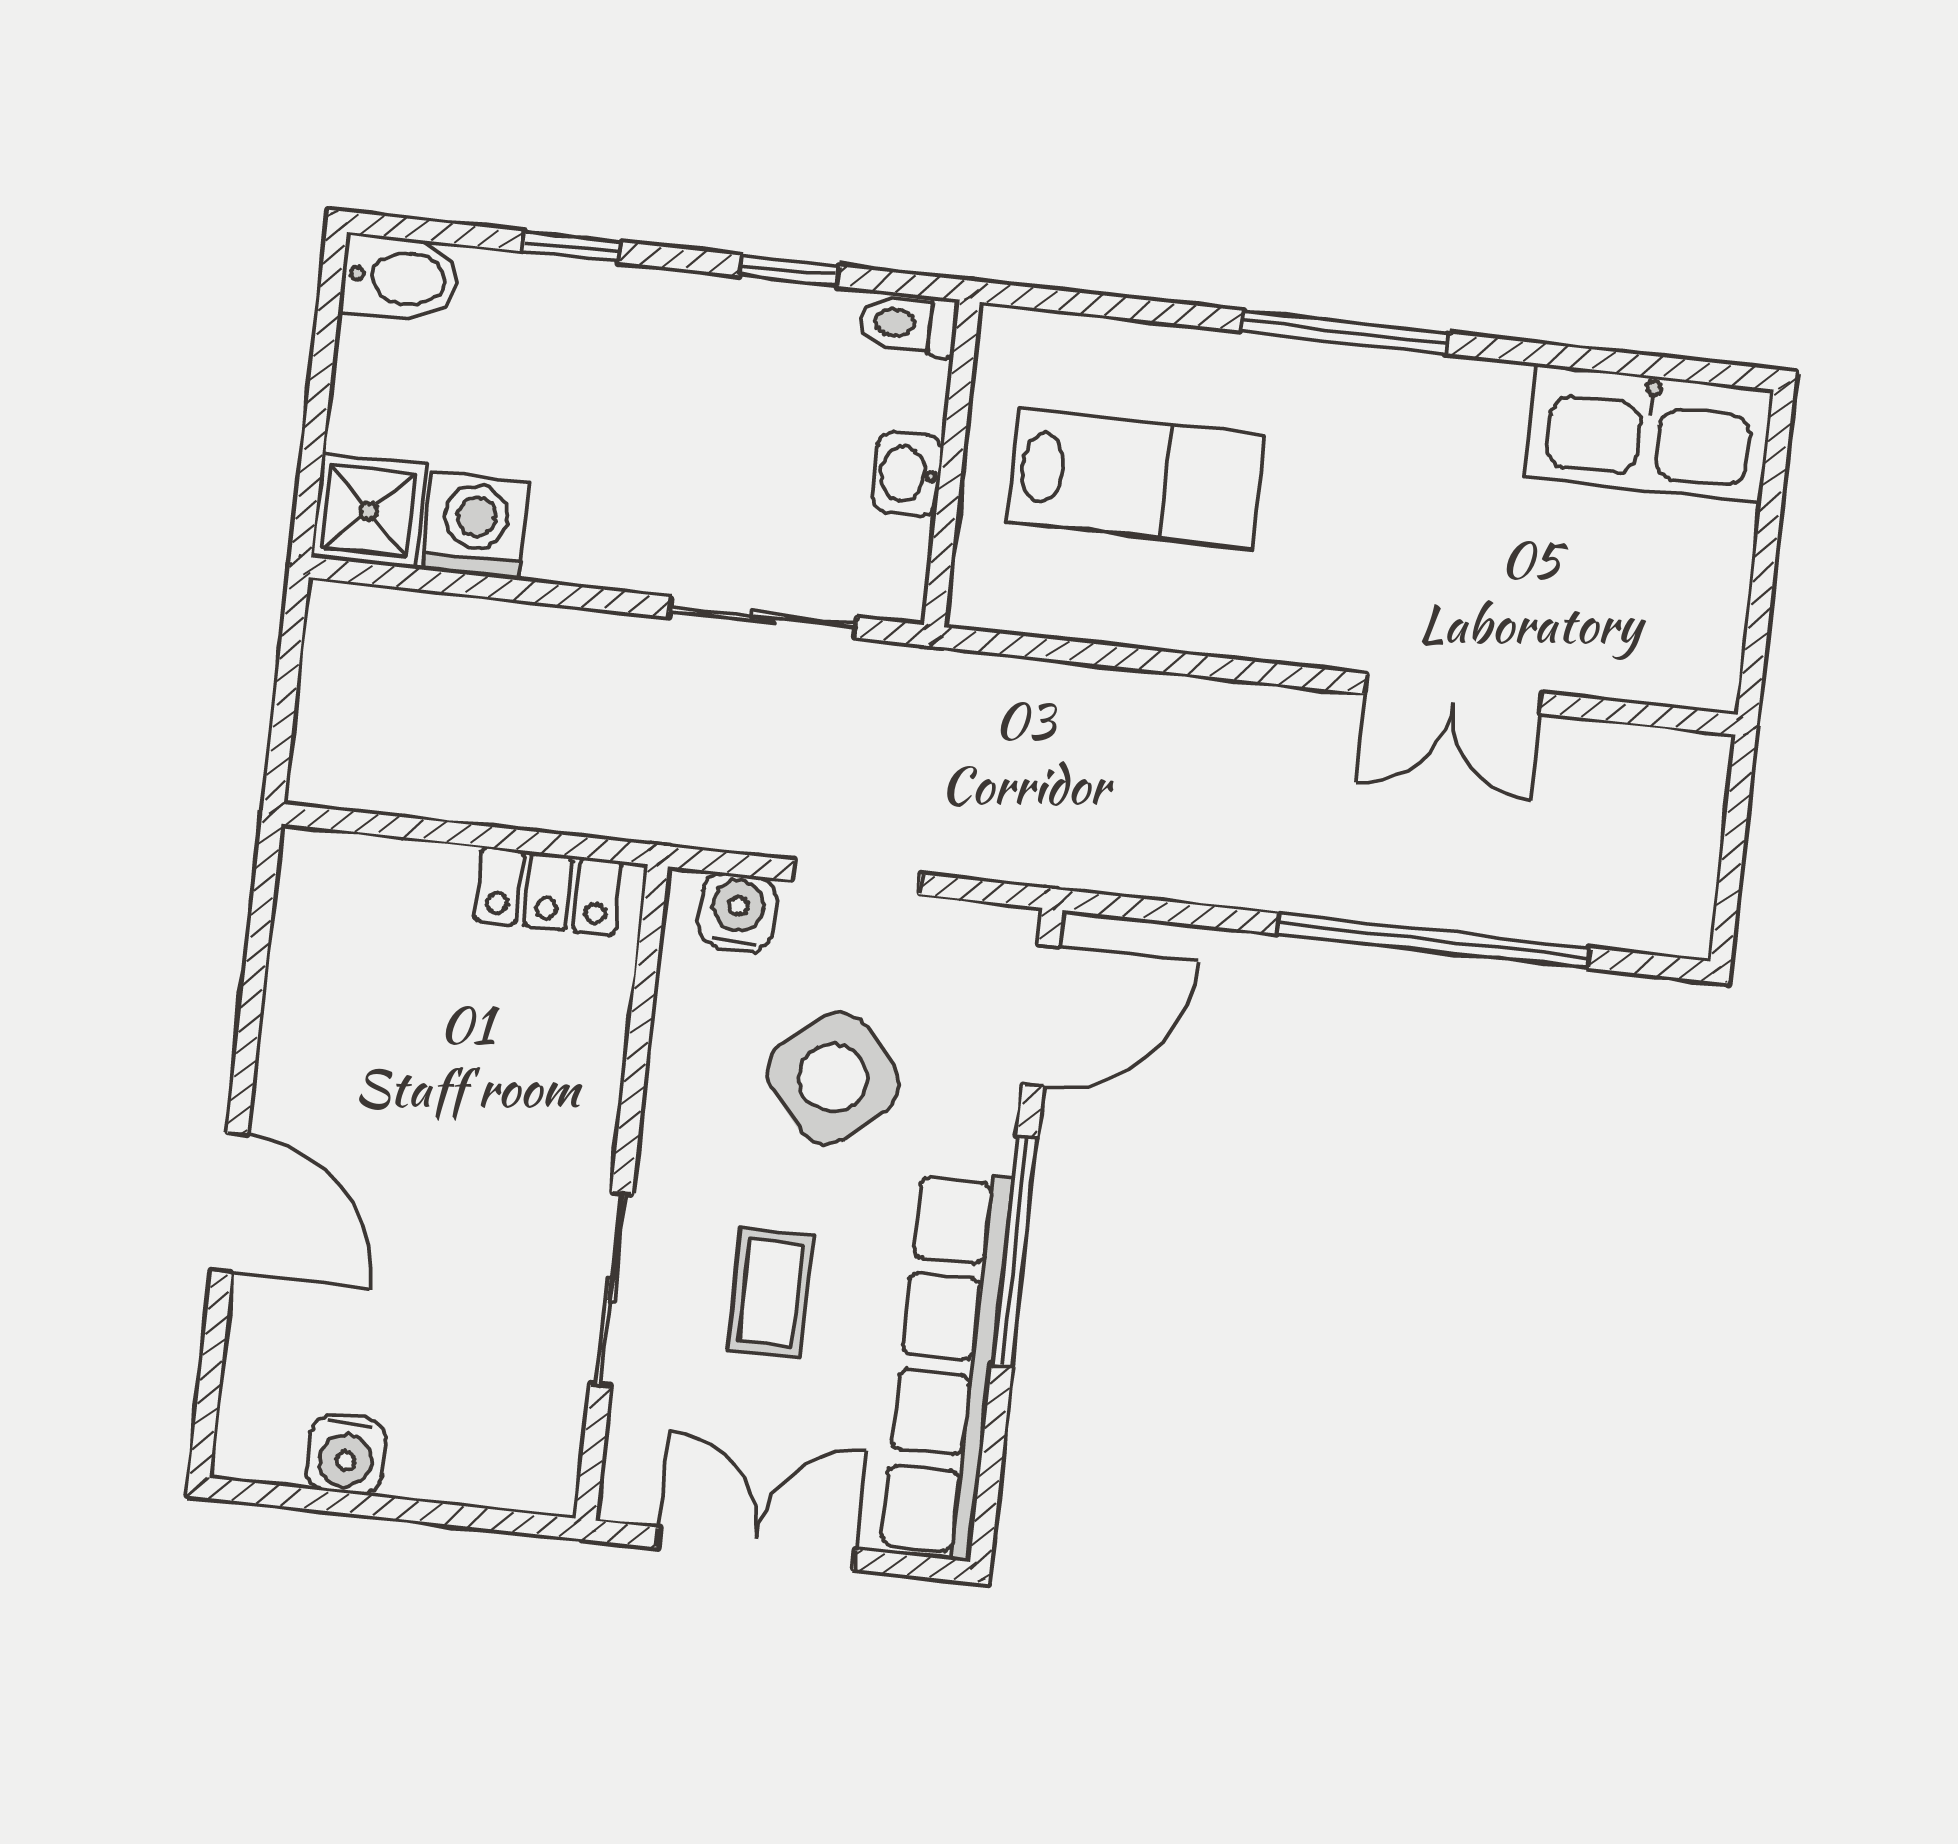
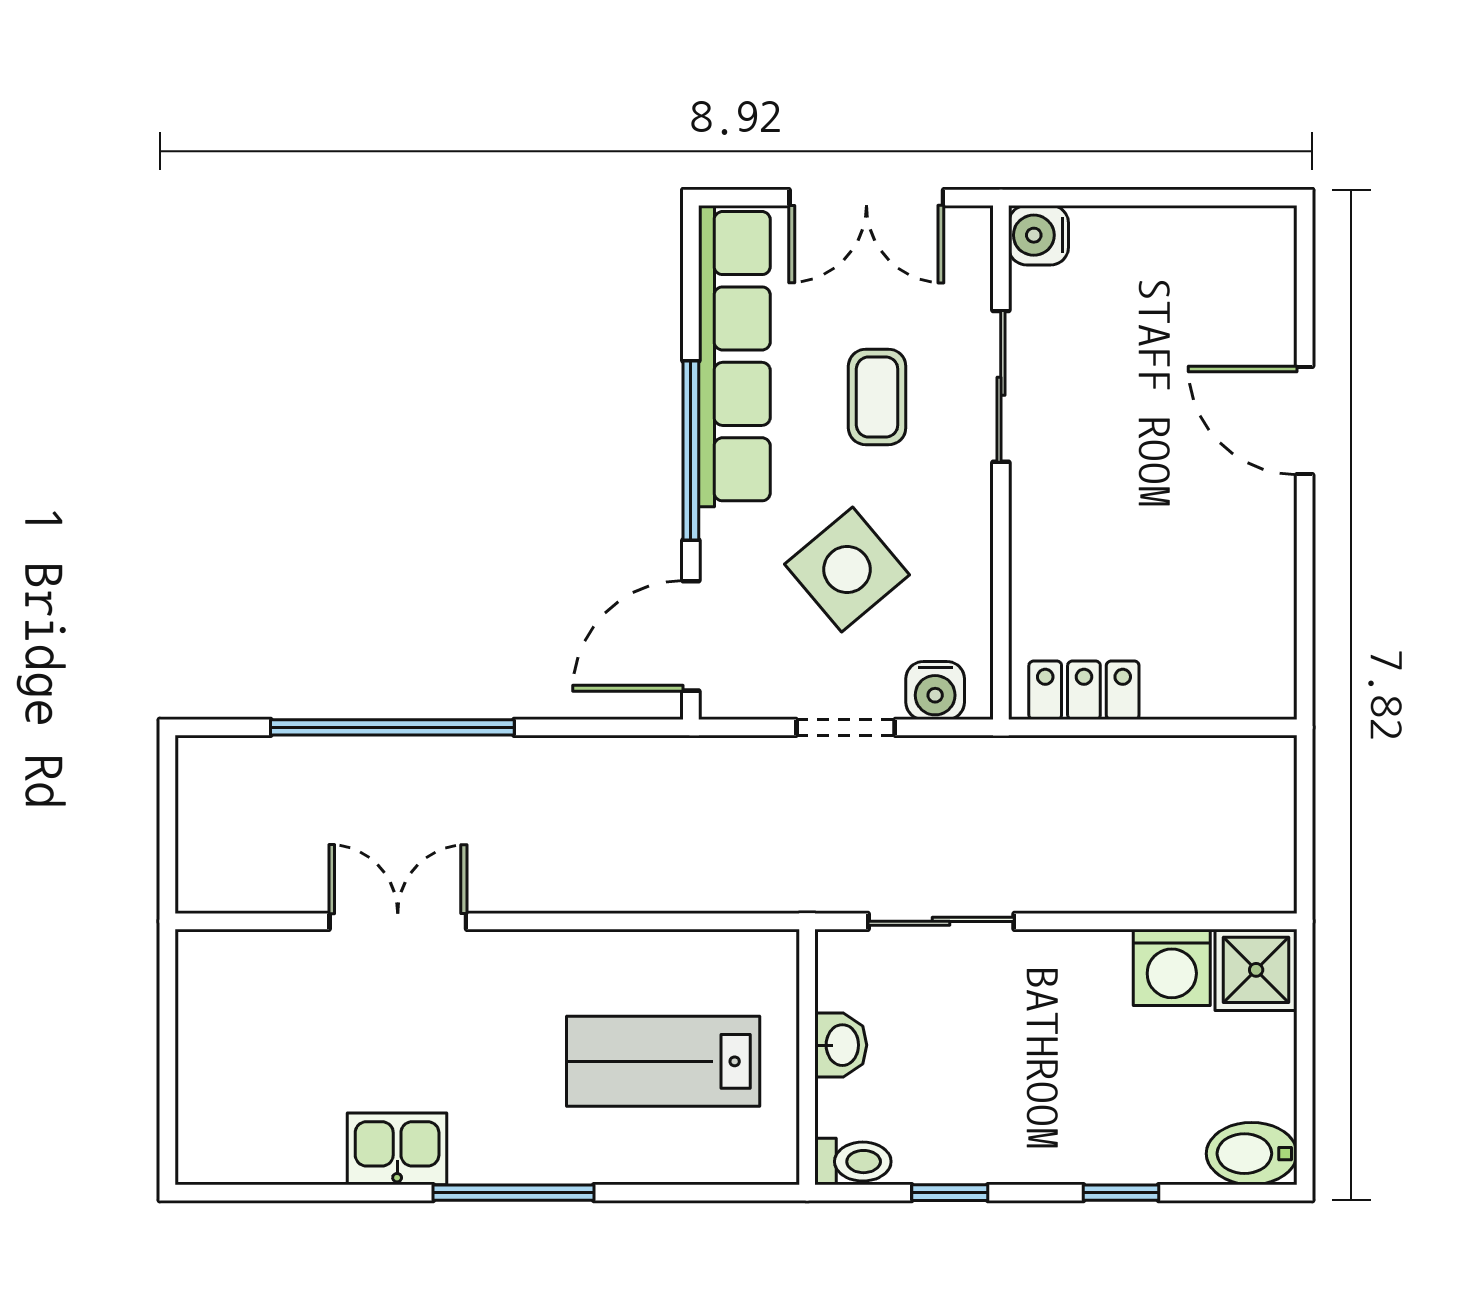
kitchen sink: (1649, 433) -> (397, 1149), moved, width x0.53, depth x0.81
water cooler: (346, 1455) -> (1039, 235), moved, turned -90

